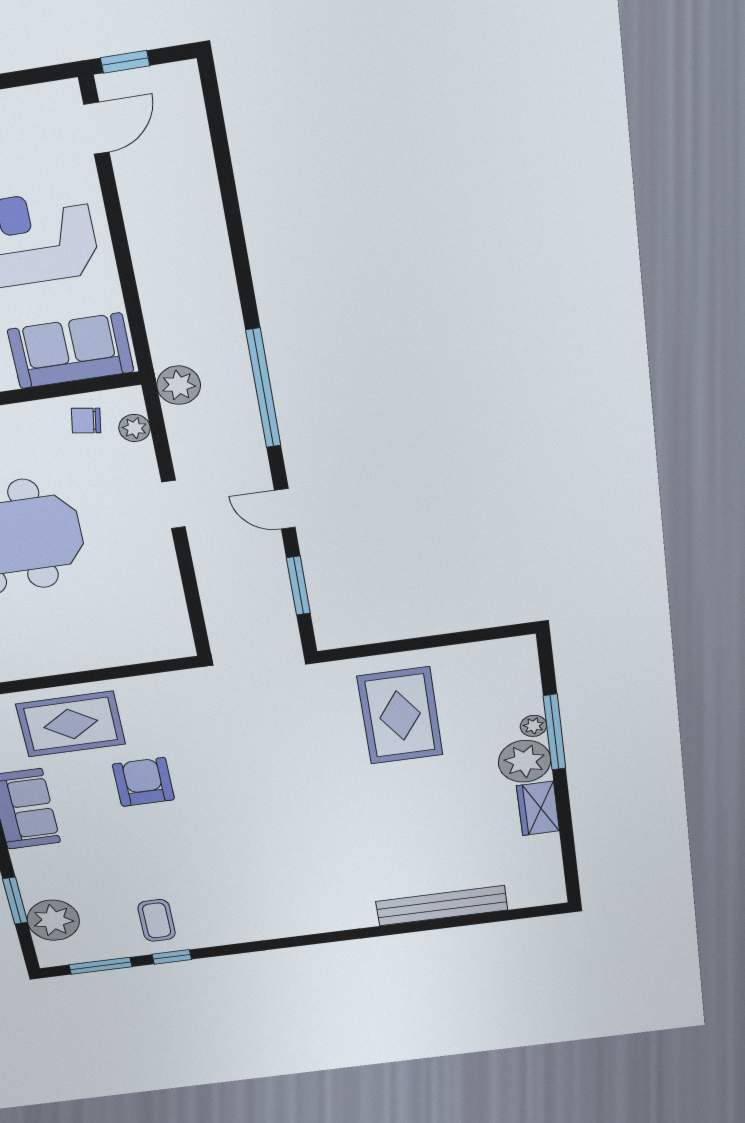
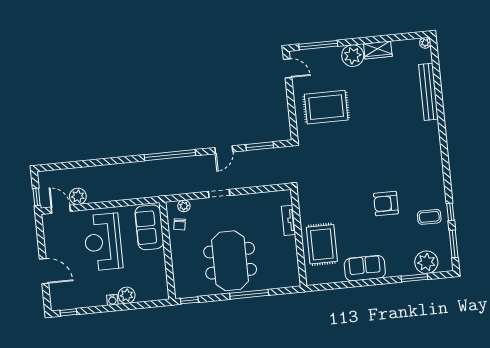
plant: (179, 385) -> (78, 196), moved
door: (493, 633) -> (288, 68), added
tv unit: (121, 654) -> (288, 220), added
plant: (534, 726) -> (425, 43), moved
window: (555, 732) -> (318, 45), moved
armchair: (143, 782) -> (386, 204), moved

